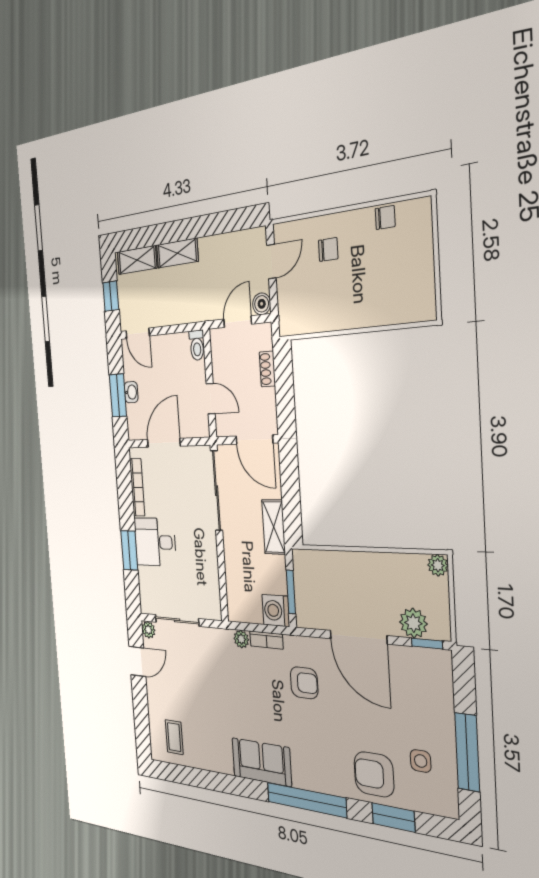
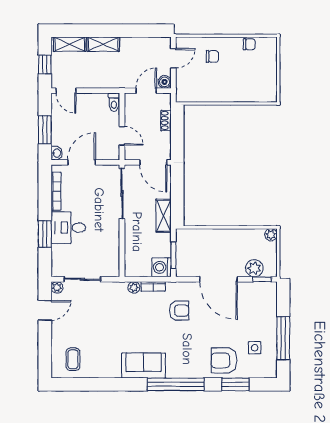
washbasin: (131, 392) -> (57, 153), moved

